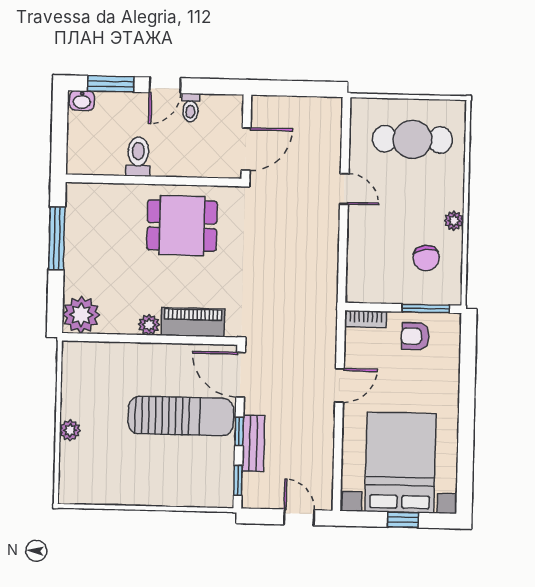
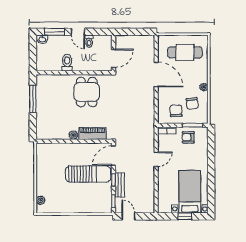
door: (165, 85) -> (78, 32), hinge flipped
door: (344, 189) -> (156, 75), width x1.88
dining table: (182, 226) -> (87, 92), turned 90
chair: (388, 274) -> (176, 111), added
plant: (81, 315) -> (44, 132), removed
door: (241, 375) -> (113, 156), hinge flipped
plant: (70, 430) -> (41, 200), moved
bed with nightstands: (400, 462) -> (190, 192), width x0.73
door: (299, 517) -> (128, 216), moved

